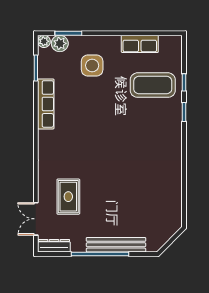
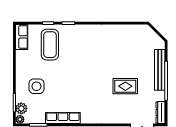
row of seats: (140, 44) -> (22, 37), moved
rug: (68, 197) -> (125, 86), moved

